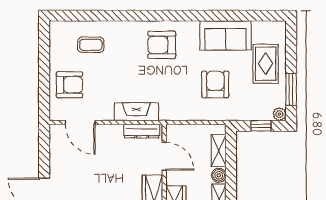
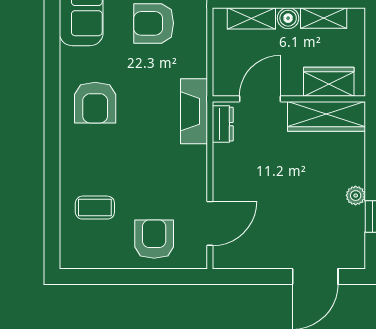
coffee table: (91, 45) -> (95, 208), turned 90
fireplace: (136, 112) -> (194, 111), moved
dresser: (142, 131) -> (223, 124), width x0.70

